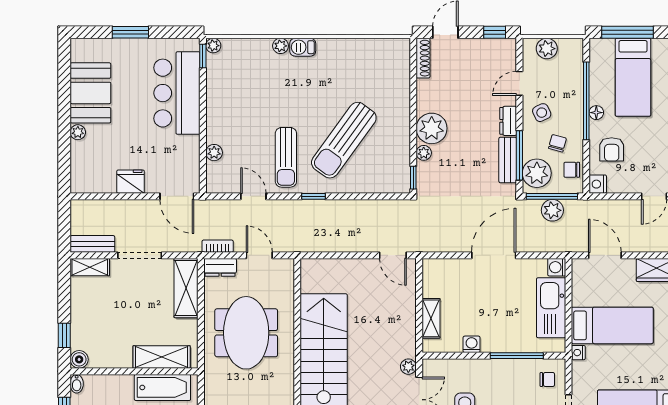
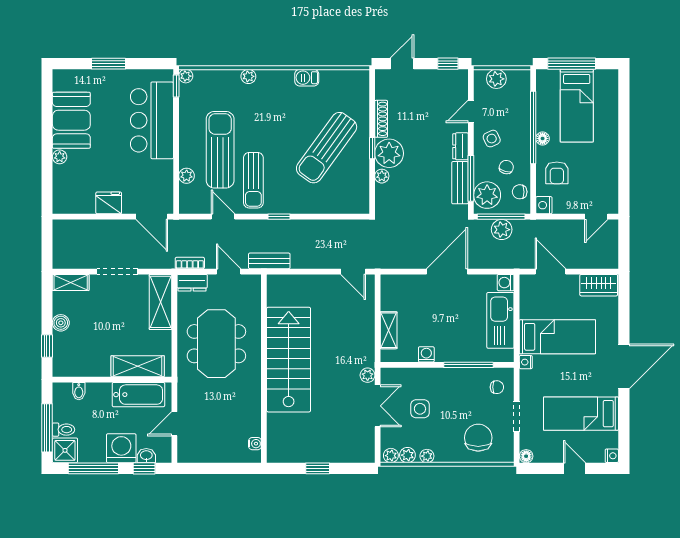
barbecue: (303, 47) -> (307, 78), moved
shoe rack: (423, 58) -> (381, 119), moved
sun lounger: (250, 125) -> (220, 150), added
sun lounger: (344, 140) -> (327, 148), moved
window: (413, 178) -> (372, 148), moved
bench: (92, 244) -> (269, 261), moved
boiler: (79, 359) -> (61, 323), moved
bidet: (77, 384) -> (79, 391), moved

